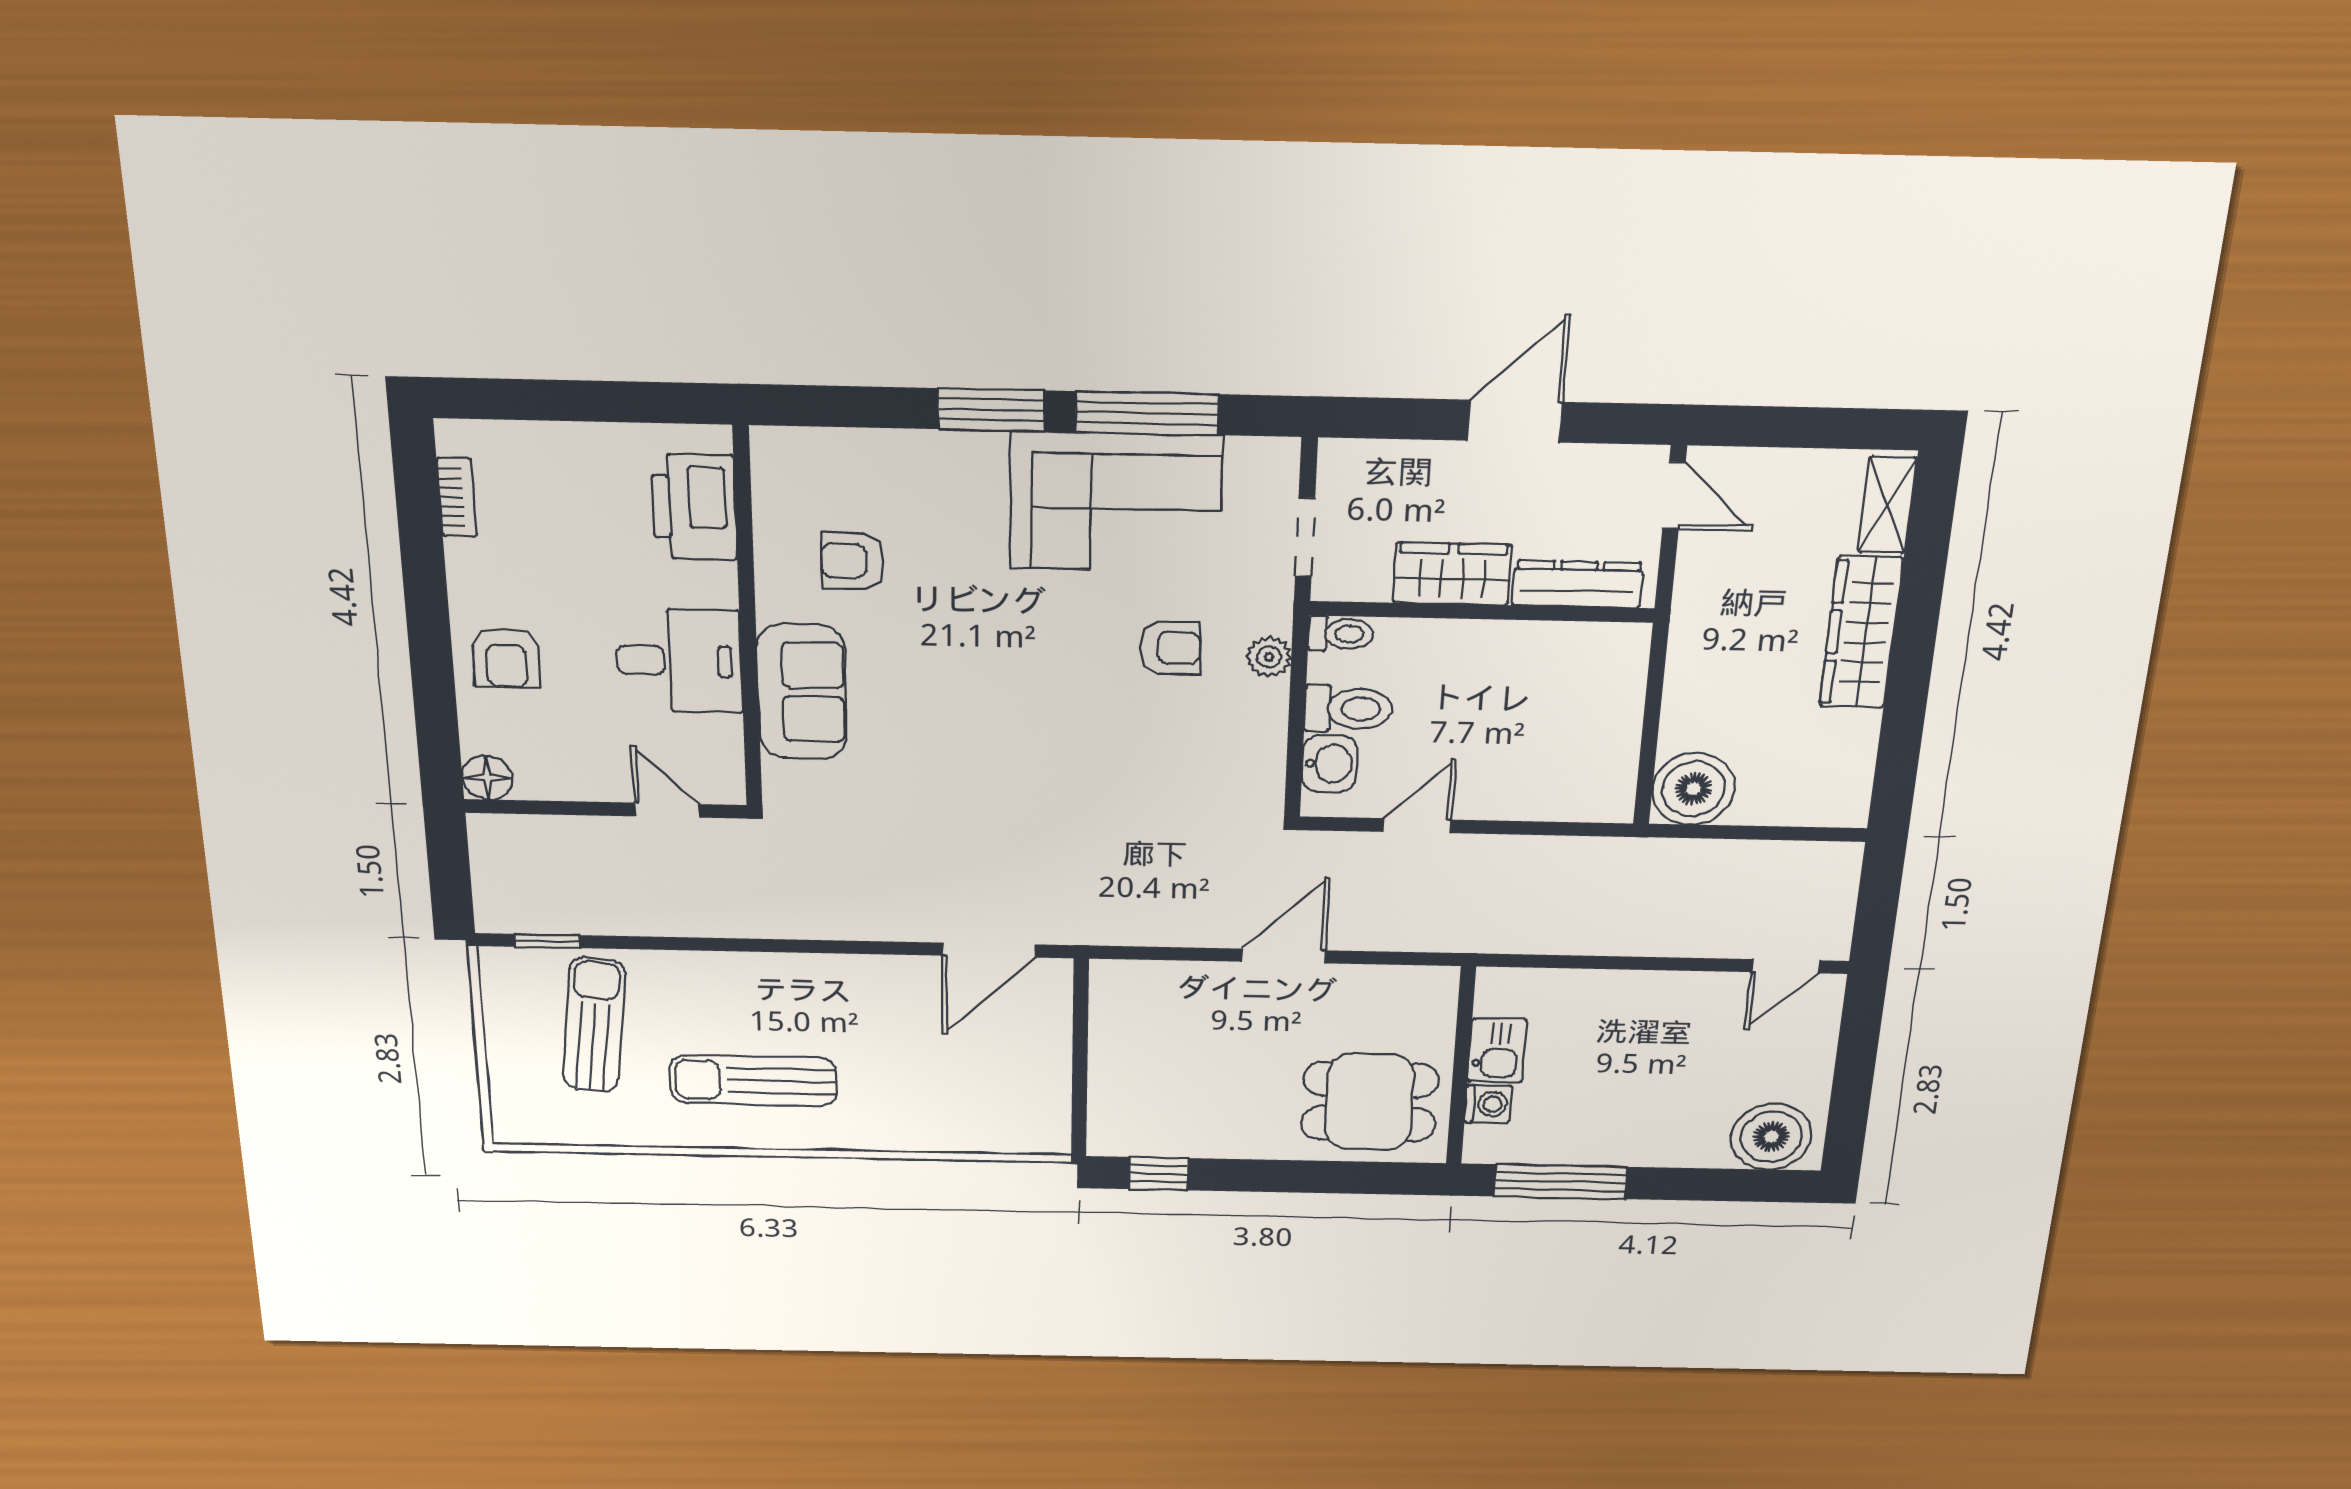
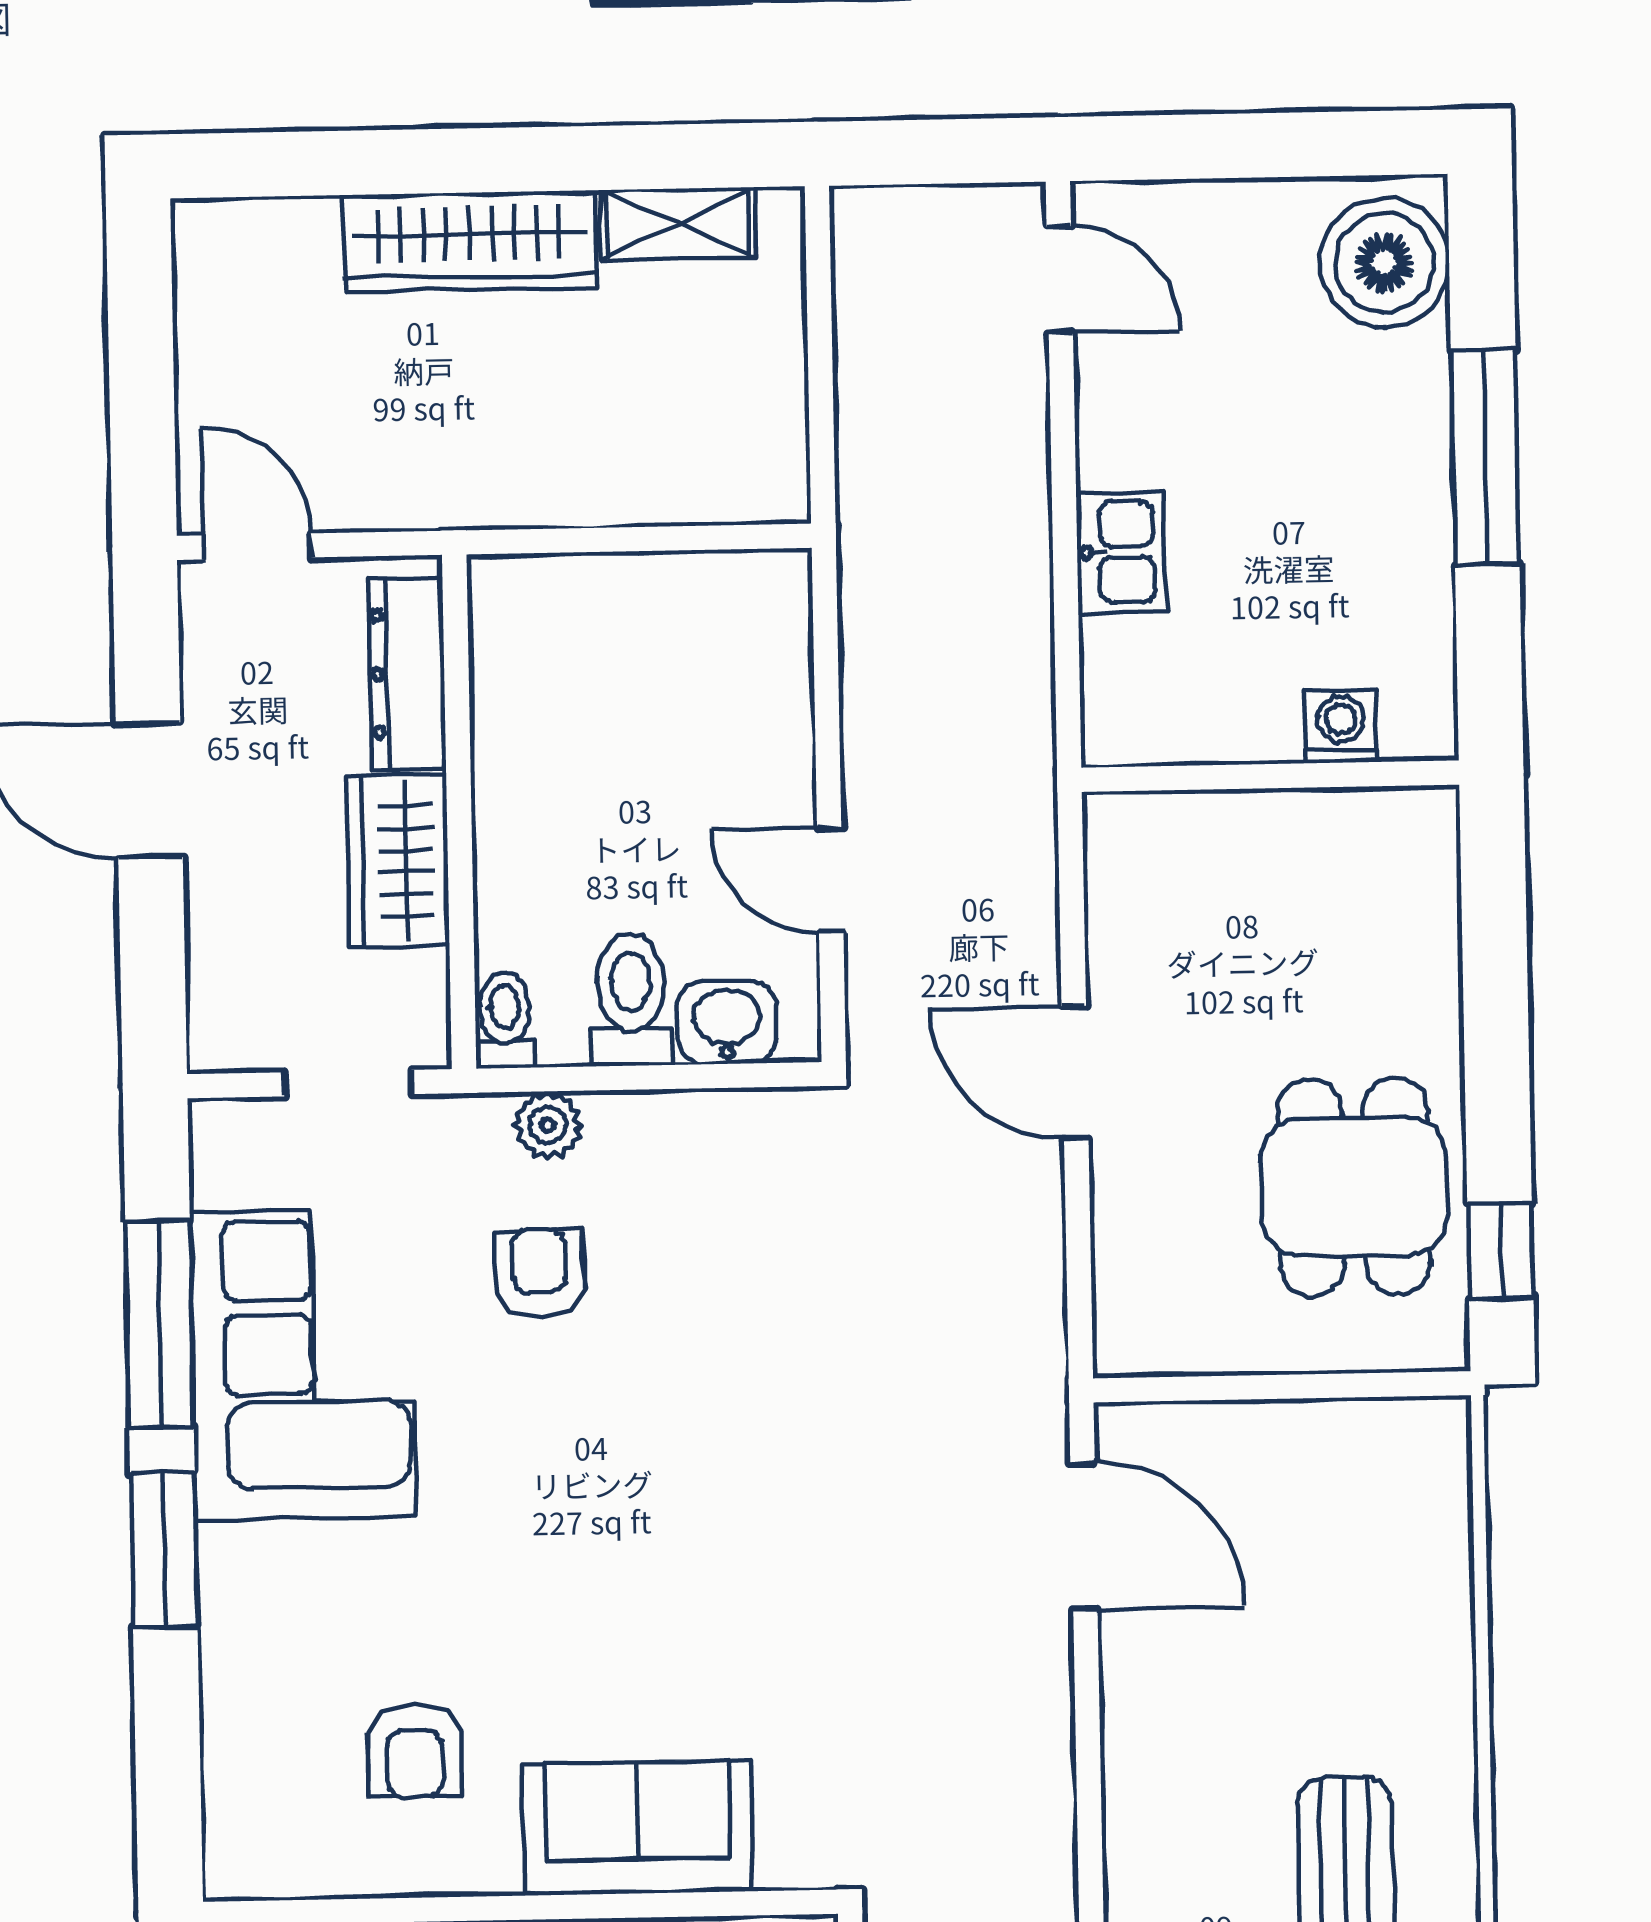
door: (1674, 496) -> (257, 546), hinge flipped
shelving: (1887, 505) -> (678, 223), moved
boiler: (1693, 789) -> (747, 462), removed
kitchen sink: (1497, 1051) -> (1121, 552), moved, turned 90
dining table: (1369, 1102) -> (1354, 1187), moved
window: (1561, 1182) -> (1485, 457), moved

